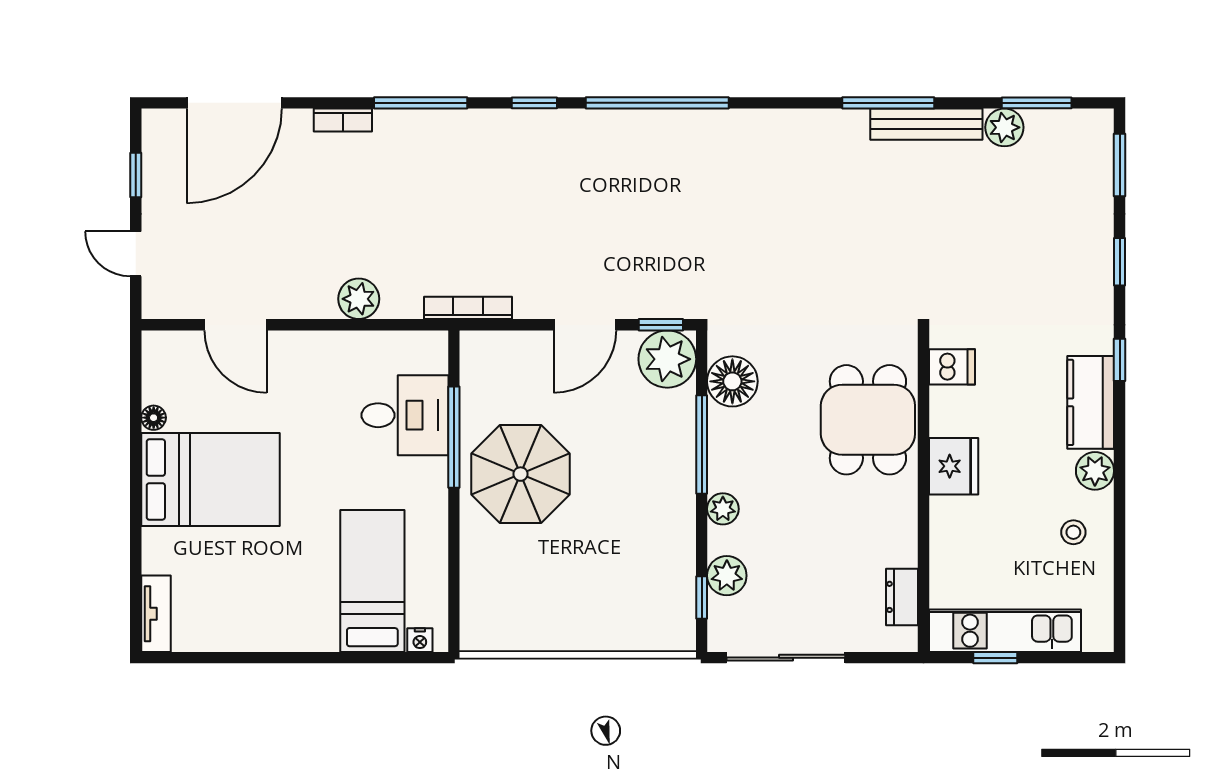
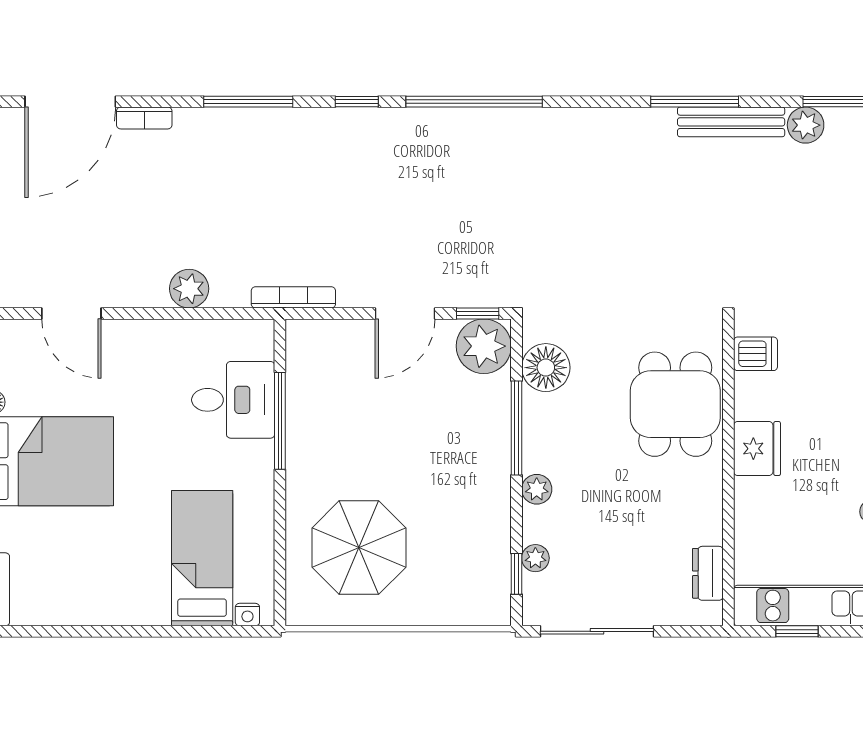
bookcase: (343, 120) -> (144, 118), moved
parasol: (520, 474) -> (359, 548), moved
plant: (727, 576) -> (535, 558), width x0.73, depth x0.73

